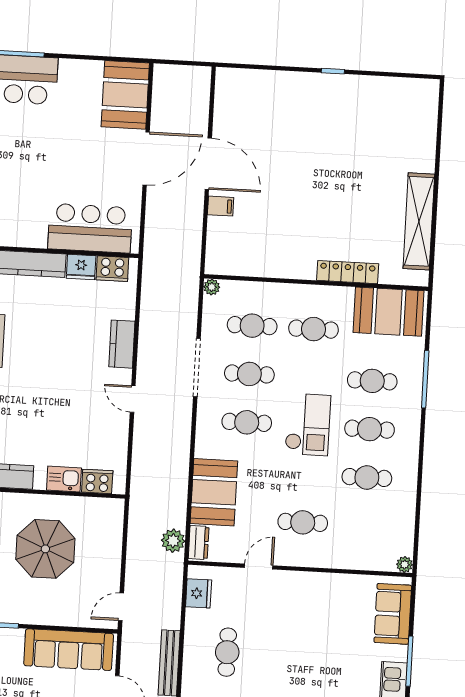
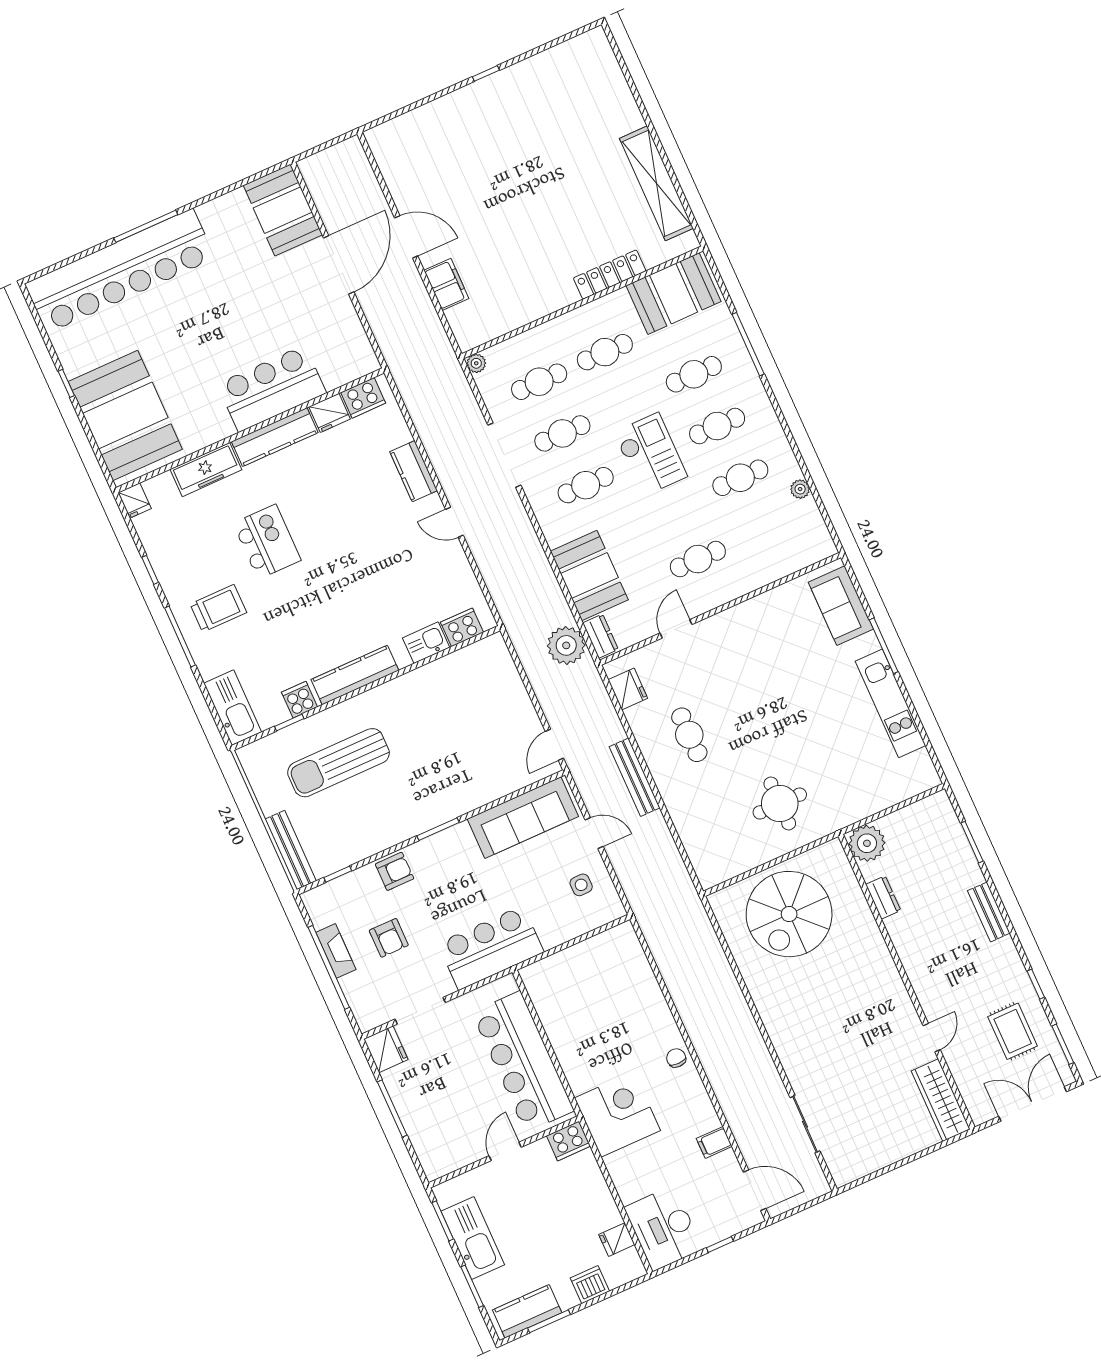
door: (208, 164) -> (406, 237), width x0.73
filing cabinet: (221, 206) -> (446, 284), width x2.00
bar counter: (90, 228) -> (272, 389), moved
plant: (173, 541) -> (566, 645), width x1.36, depth x1.36
parasol: (45, 549) -> (444, 725), removed
plant: (405, 564) -> (800, 489), moved

